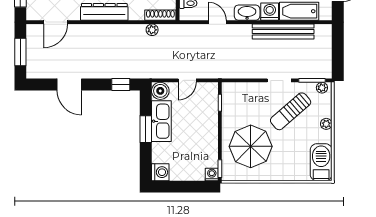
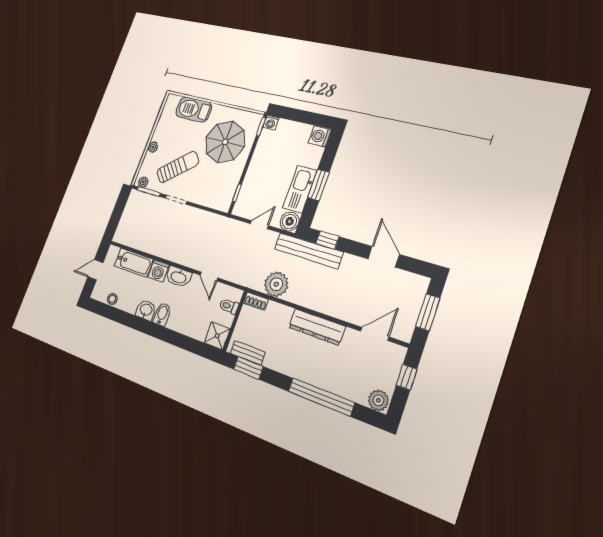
shoe rack: (160, 15) -> (256, 301), width x0.70
plant: (152, 30) -> (276, 284), width x1.88, depth x1.88
bench: (283, 32) -> (308, 251), moved
barbecue: (321, 162) -> (194, 110), moved, turned 90

